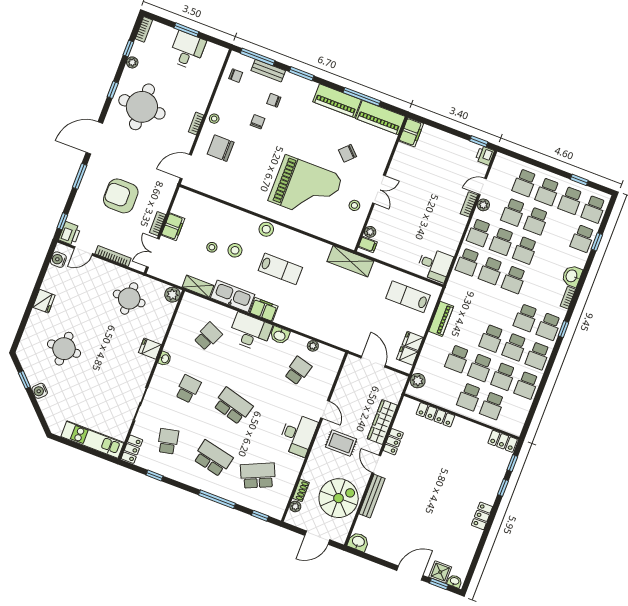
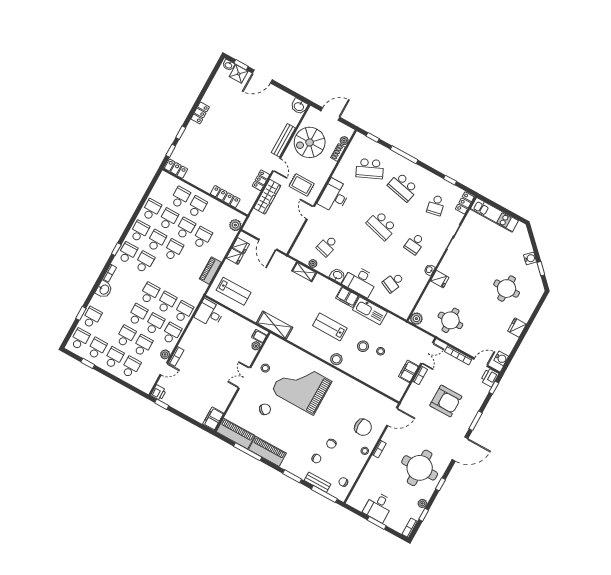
shelving: (198, 286) -> (304, 272), moved

